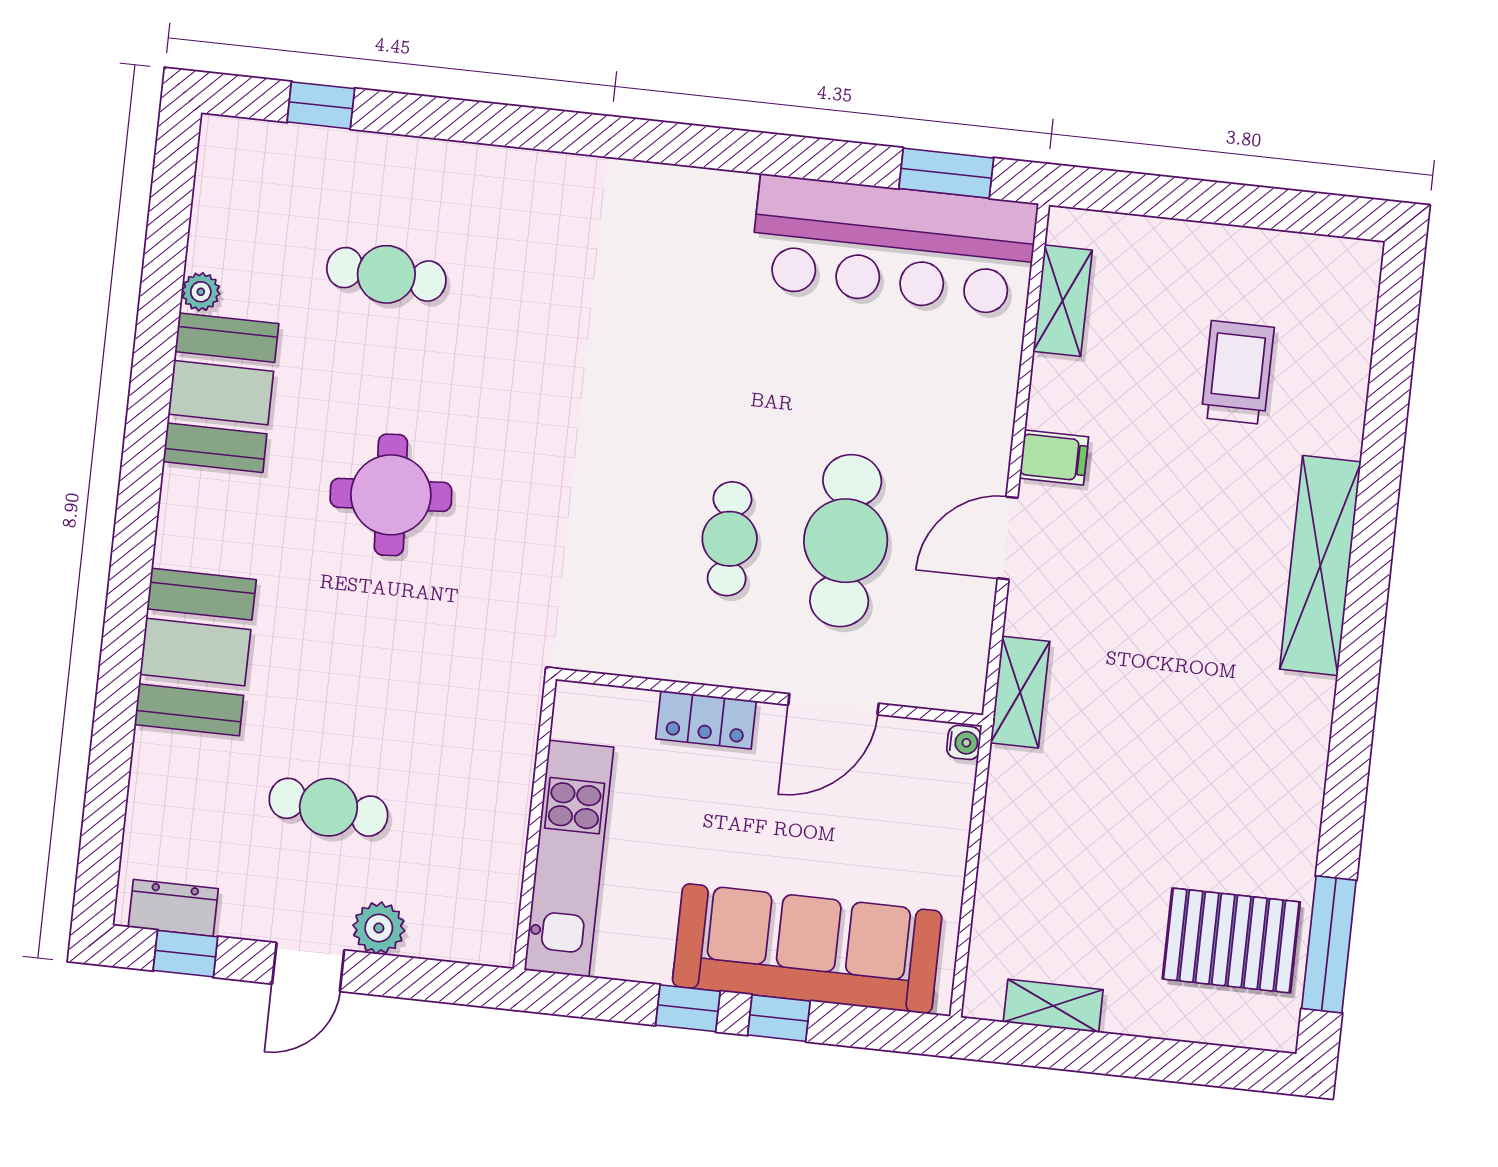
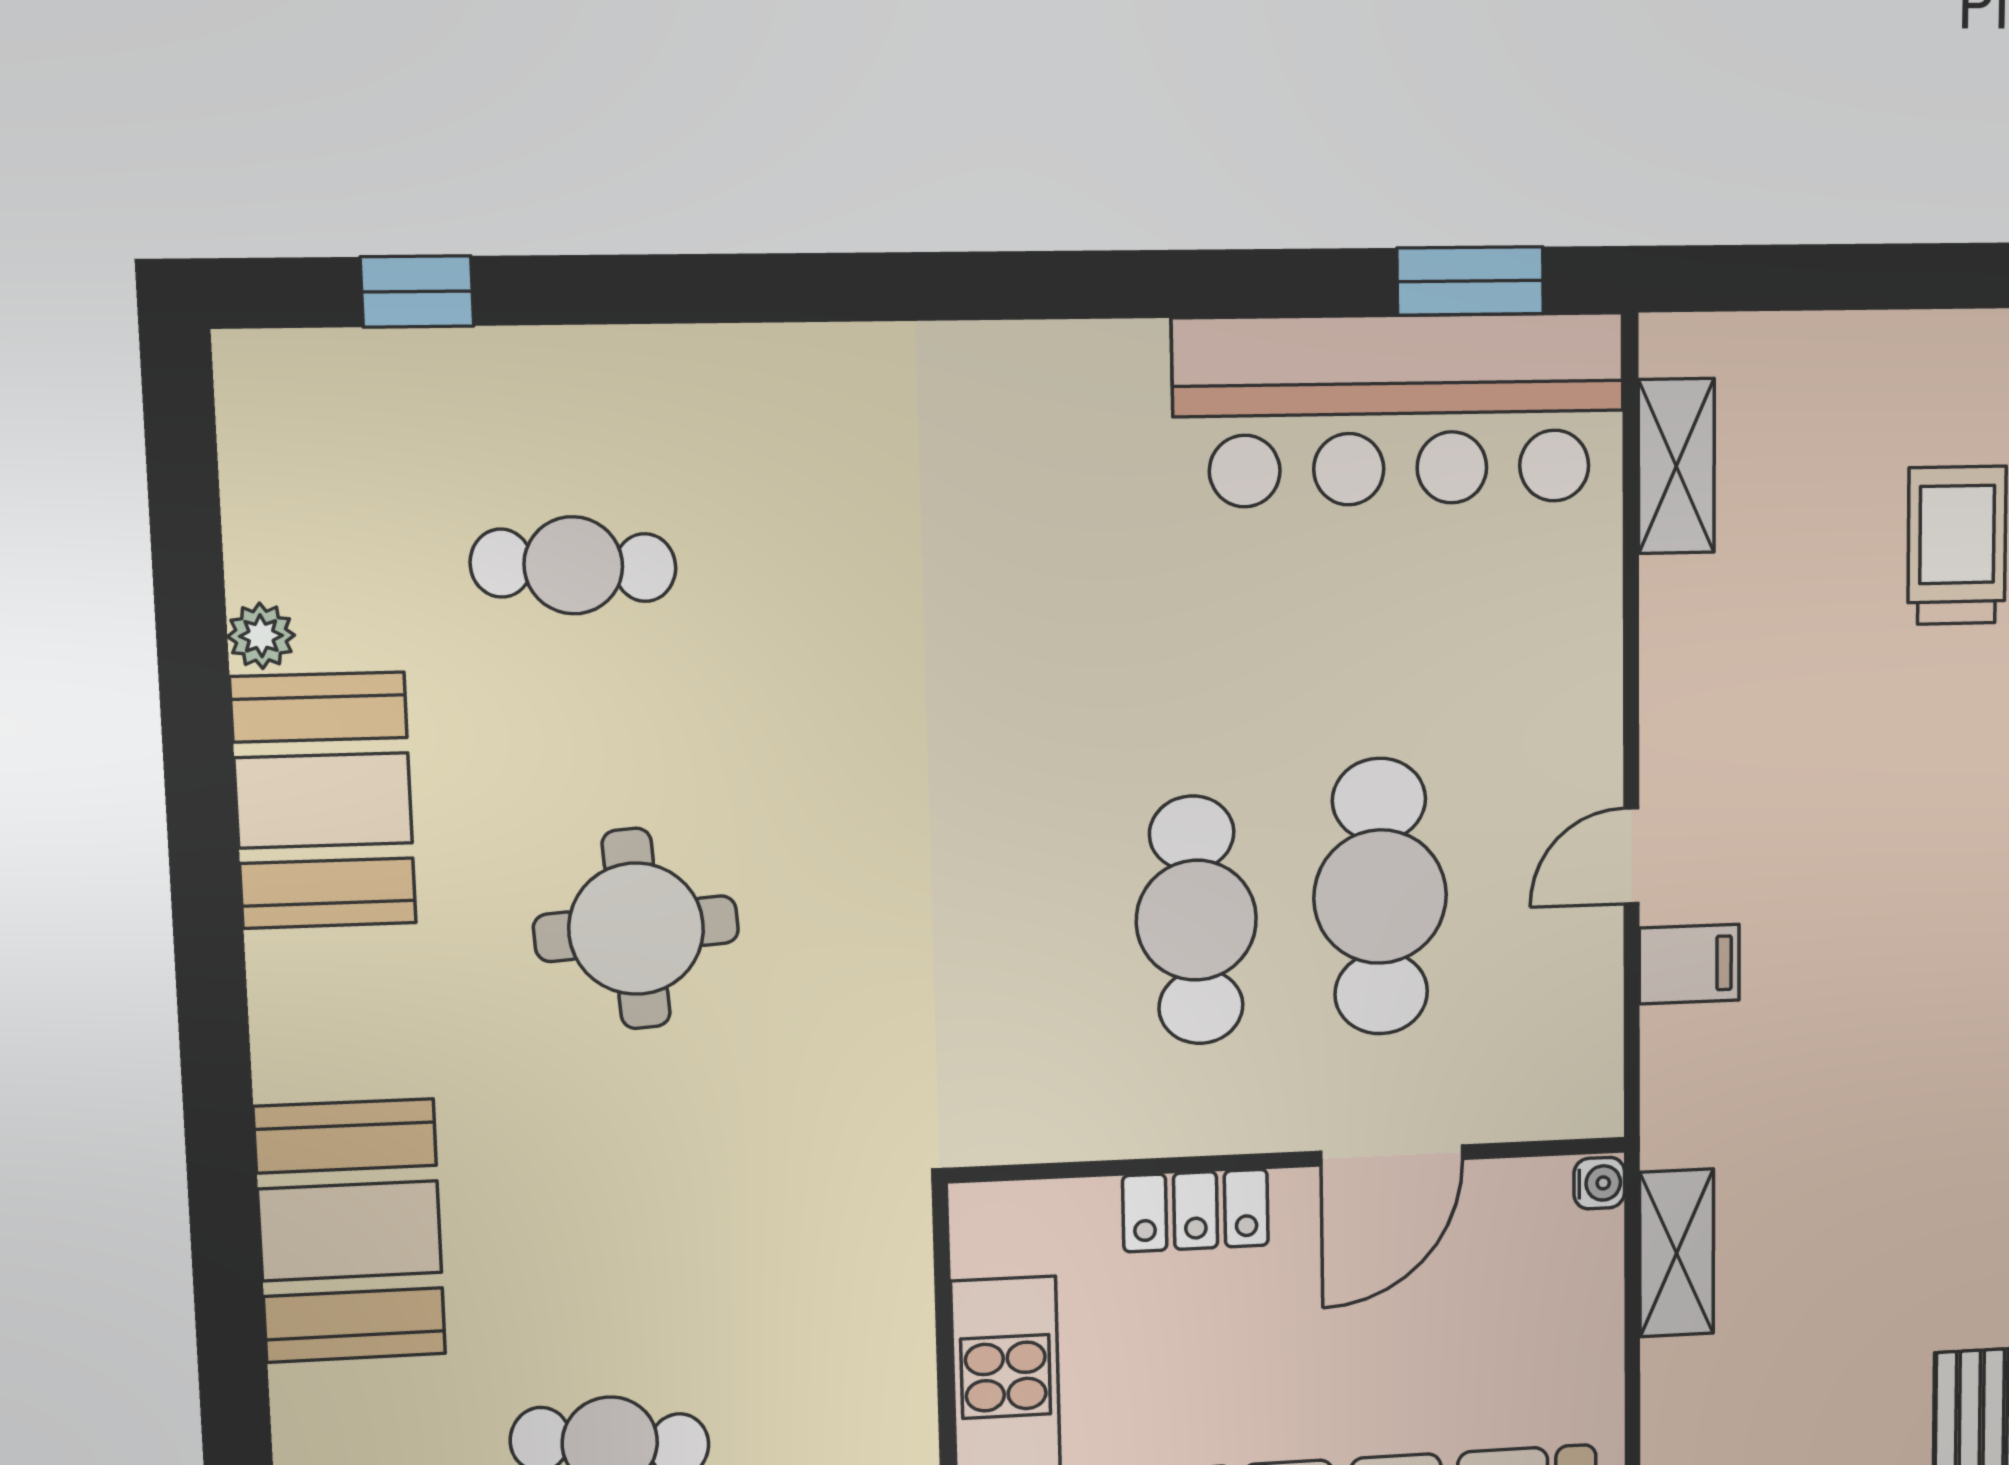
filing cabinet: (1054, 457) -> (1689, 964), moved
door: (1008, 538) -> (1631, 856), width x0.73
cafe table: (730, 539) -> (1196, 920), width x1.37, depth x1.35
shelving: (1020, 692) -> (1677, 1253), moved

